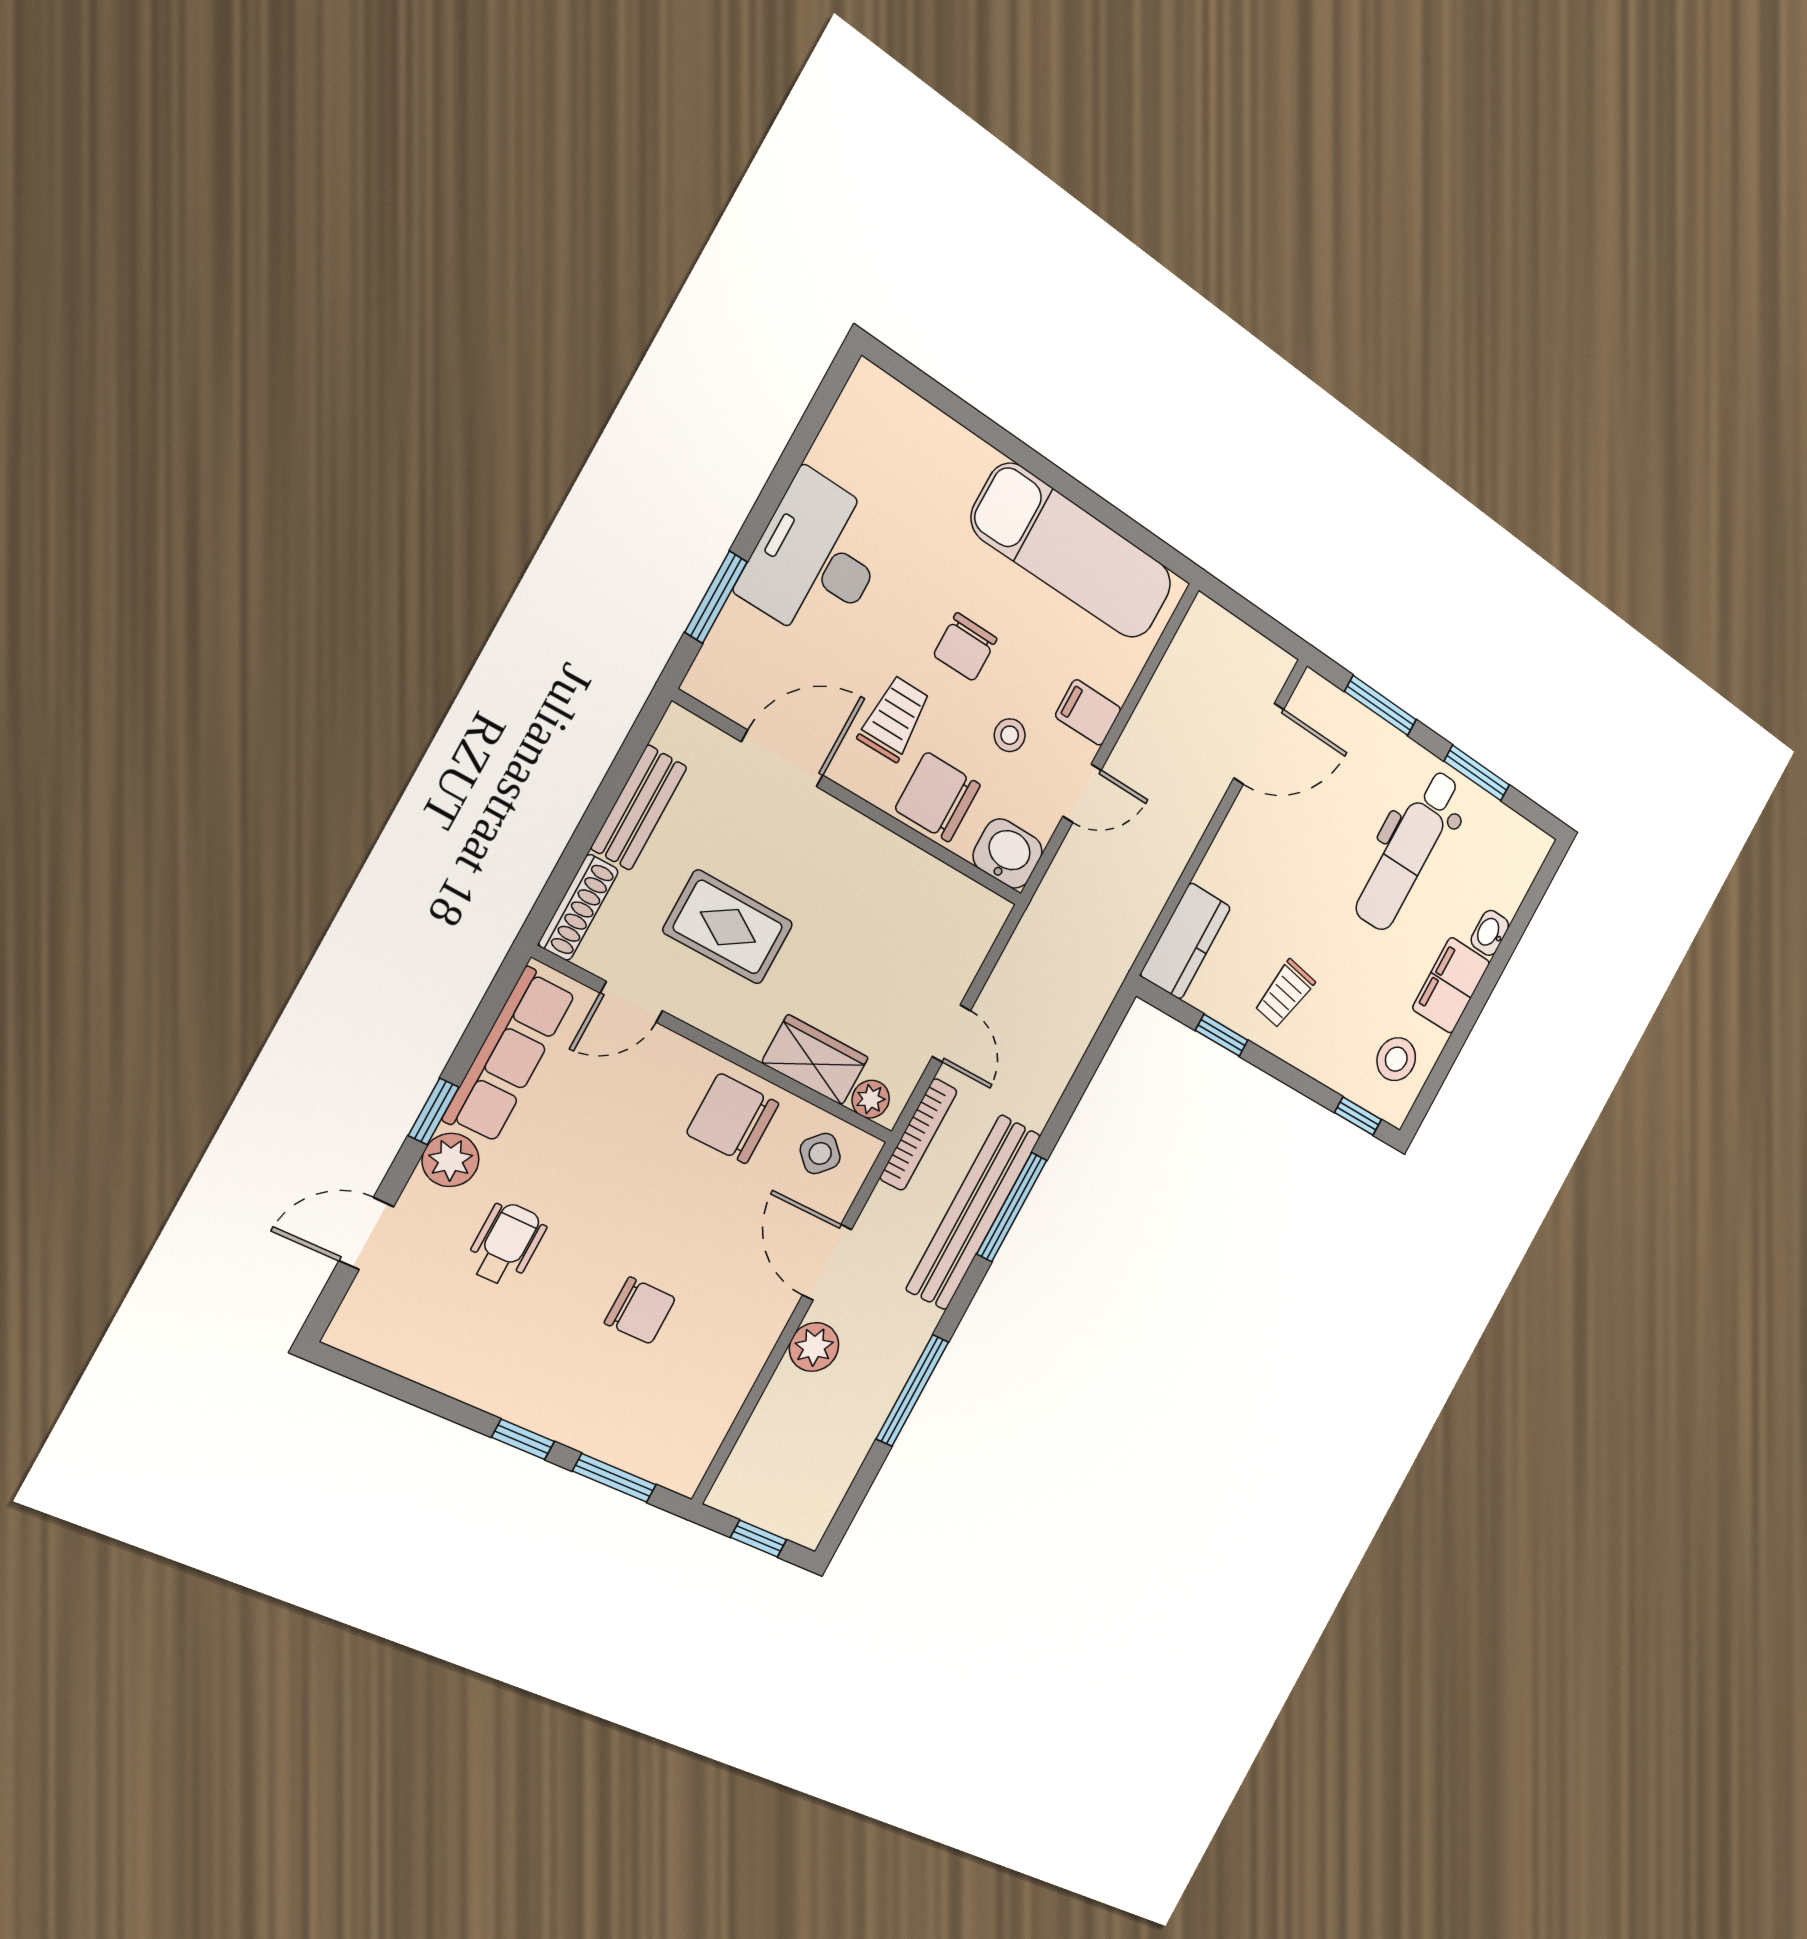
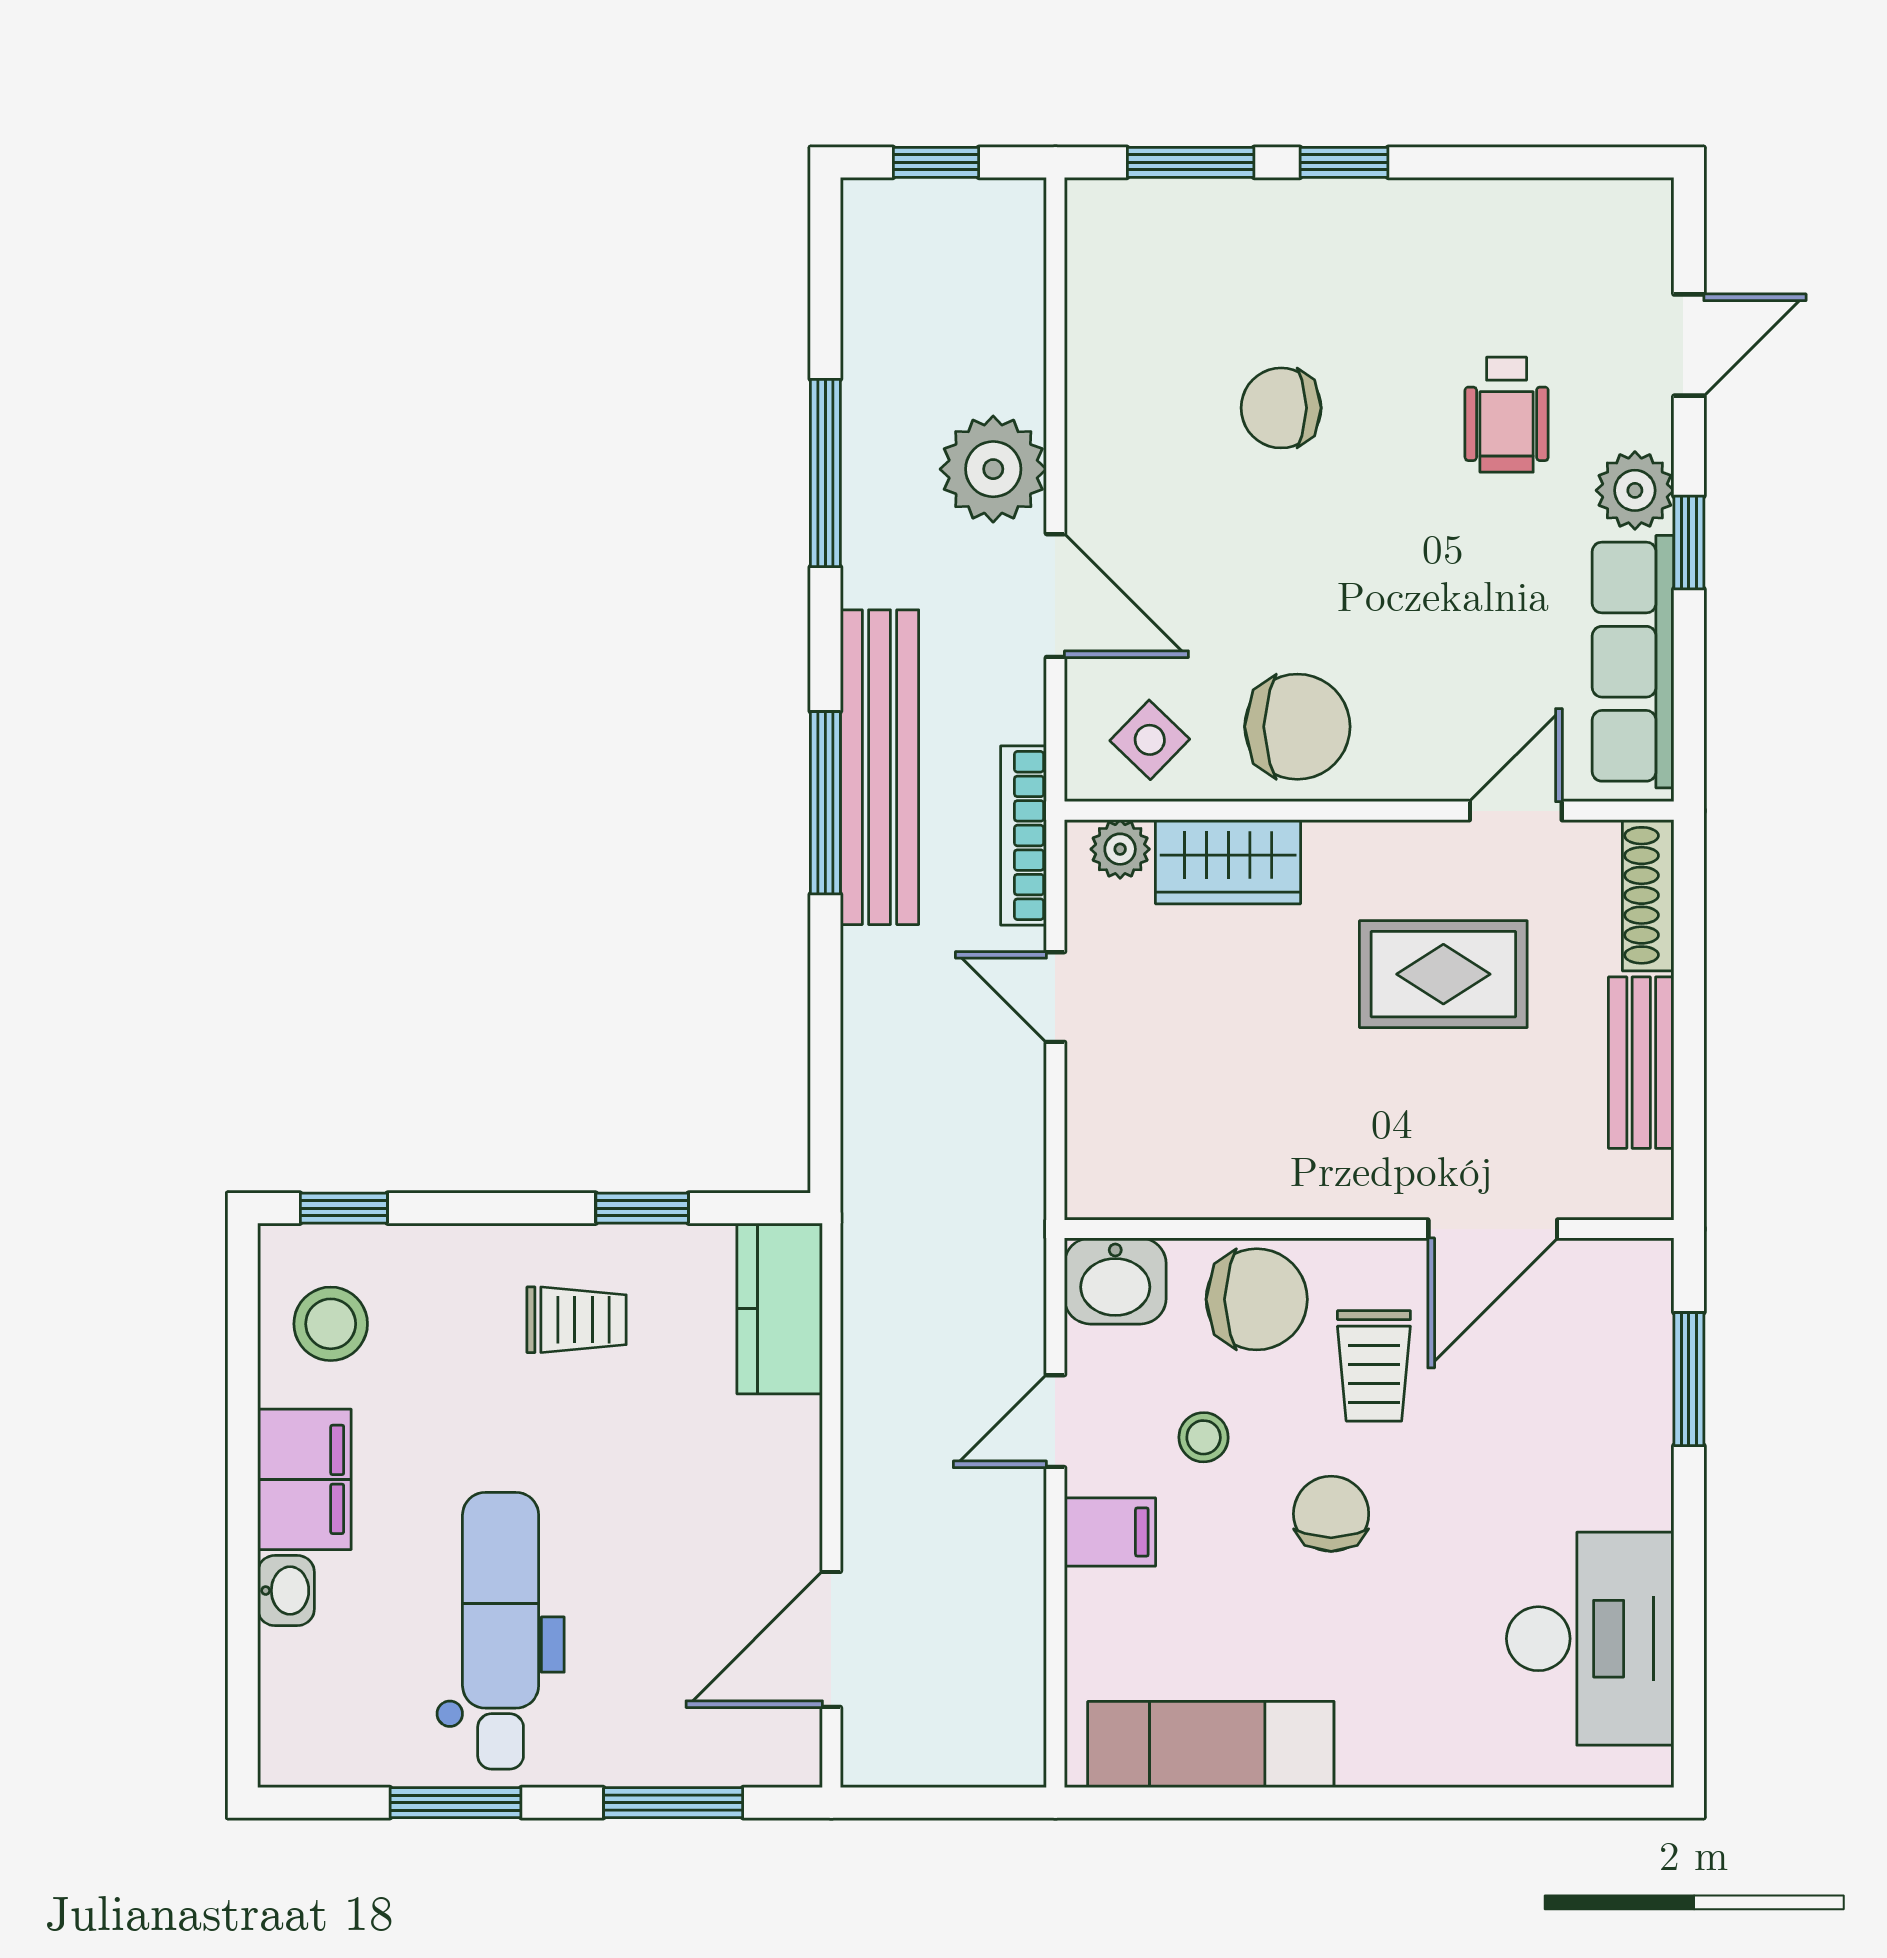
exam couch: (1073, 552) -> (1211, 1745), width x0.73, depth x0.69
desk: (816, 559) -> (1590, 1639), moved
trolley: (1285, 994) -> (577, 1320), turned 80
plant: (814, 1347) -> (993, 469), width x1.36, depth x1.36

